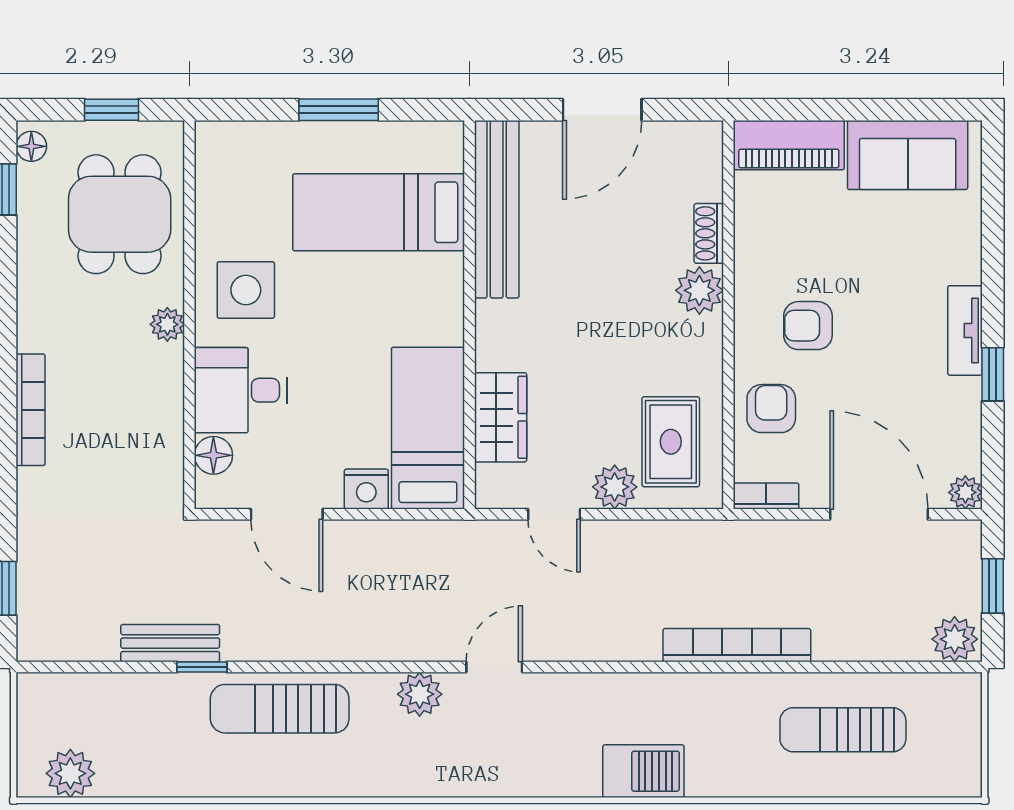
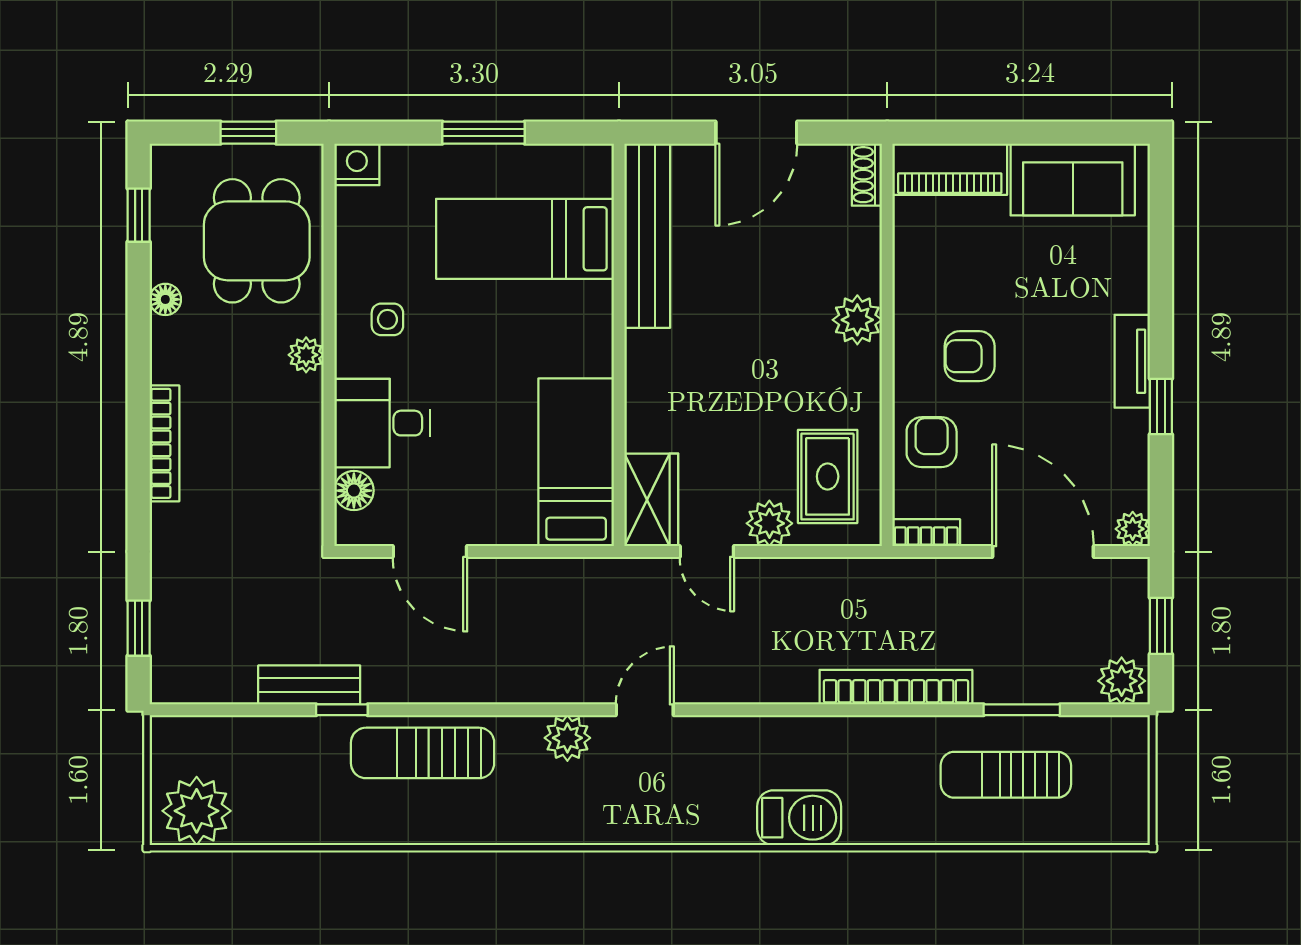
floor lamp: (31, 146) -> (165, 299), moved
shoe rack: (709, 233) -> (867, 175), moved
side table: (246, 290) -> (387, 319), width x0.54, depth x0.54
wardrobe: (501, 417) -> (651, 500), moved
nightstand: (366, 489) -> (357, 164), moved, turned 180
window: (858, 667) -> (1022, 710), added
plant: (70, 773) -> (197, 811), width x1.36, depth x1.36

